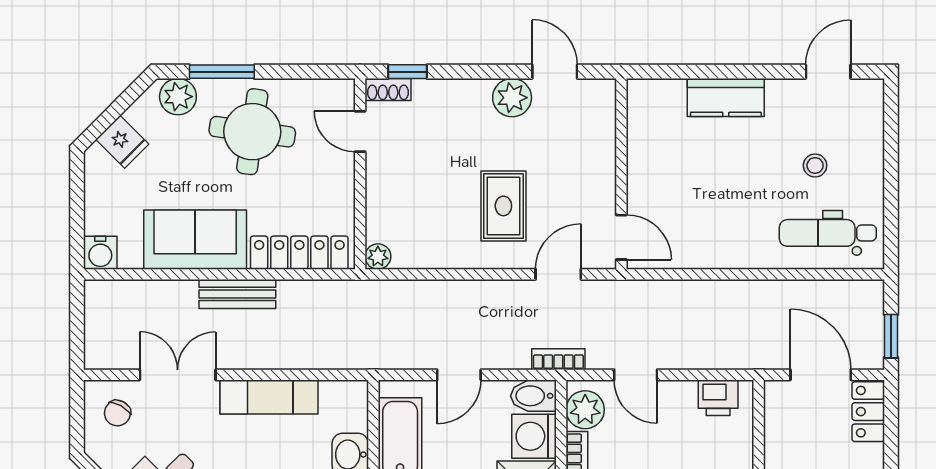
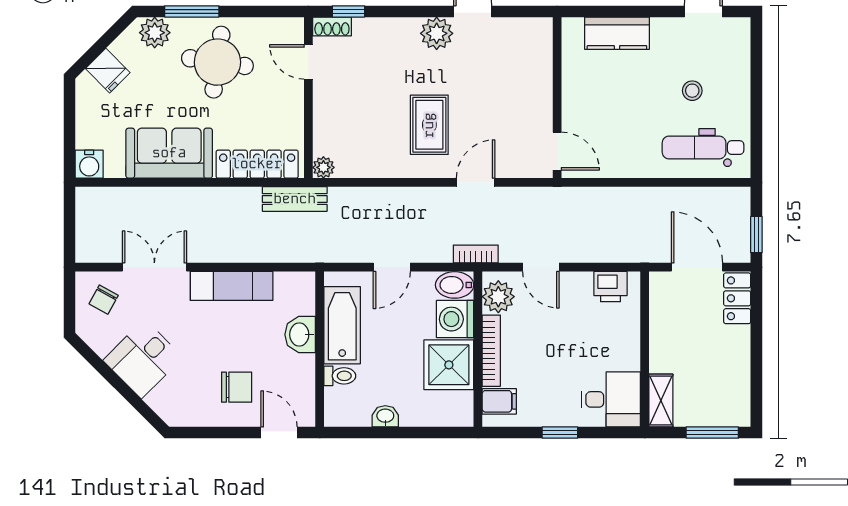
wall: (621, 174) -> (557, 98), moved
door: (621, 237) -> (557, 151), moved
bench: (237, 294) -> (295, 199), moved

